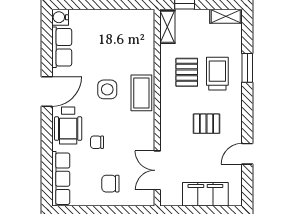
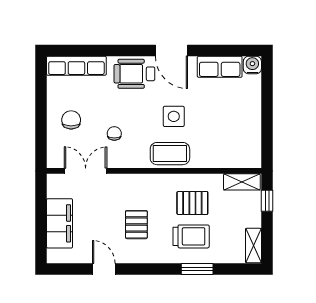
chair: (97, 142) -> (114, 133), moved

